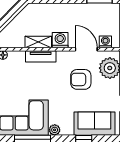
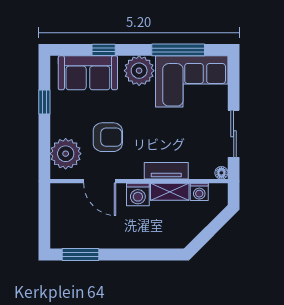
washing machine: (105, 42) -> (199, 192), moved
plant: (55, 130) -> (139, 71), width x1.87, depth x1.87

